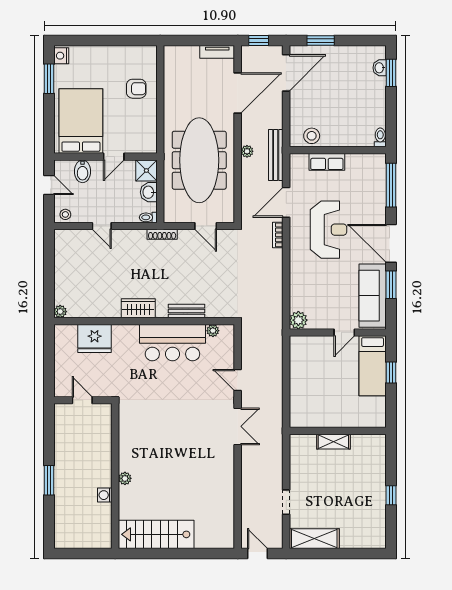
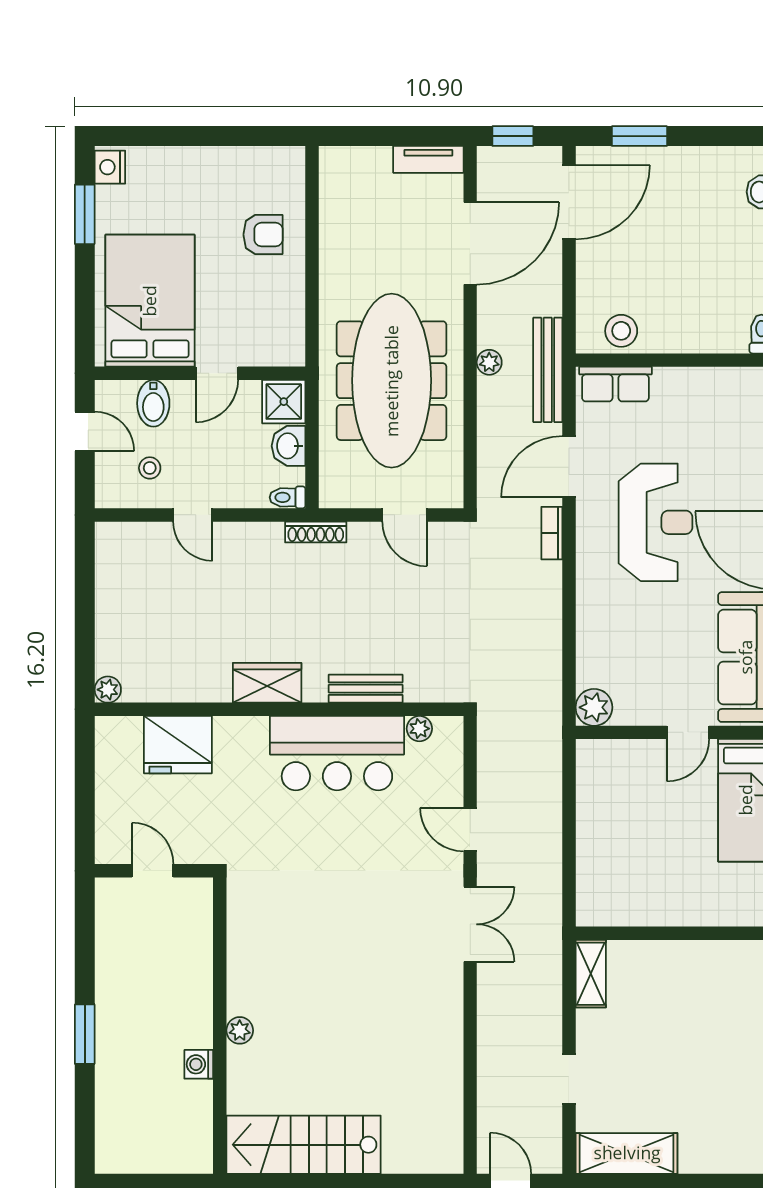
row of seats: (327, 162) -> (615, 384), moved
stool: (65, 214) -> (150, 468), moved
shelving: (333, 442) -> (591, 974), moved, turned 90

